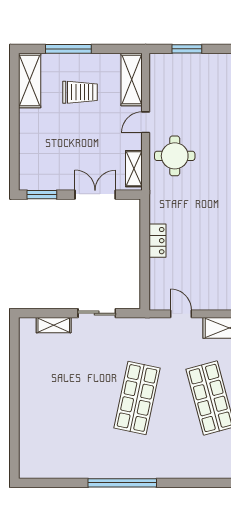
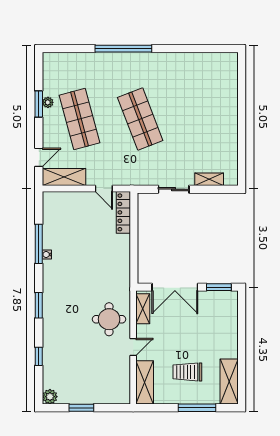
window: (187, 49) -> (81, 408), moved
double door: (95, 195) -> (175, 287), width x1.37
locker: (157, 241) -> (123, 212), moved, width x1.53
shop shelf: (137, 398) -> (140, 119), turned -33
window: (122, 483) -> (123, 49), moved

